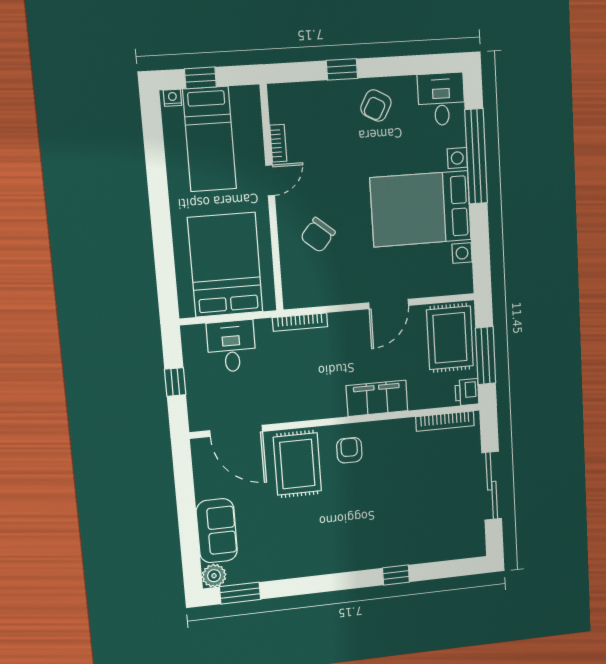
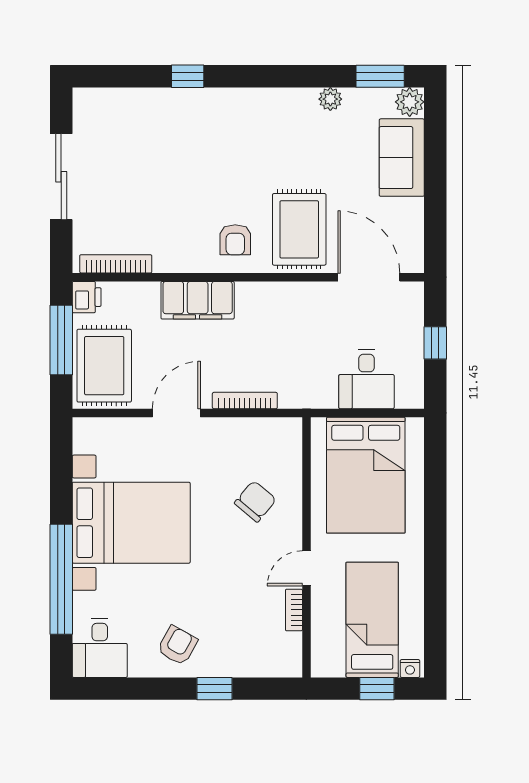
bookcase: (300, 322) -> (245, 401), moved
plant: (280, 571) -> (330, 99), added

